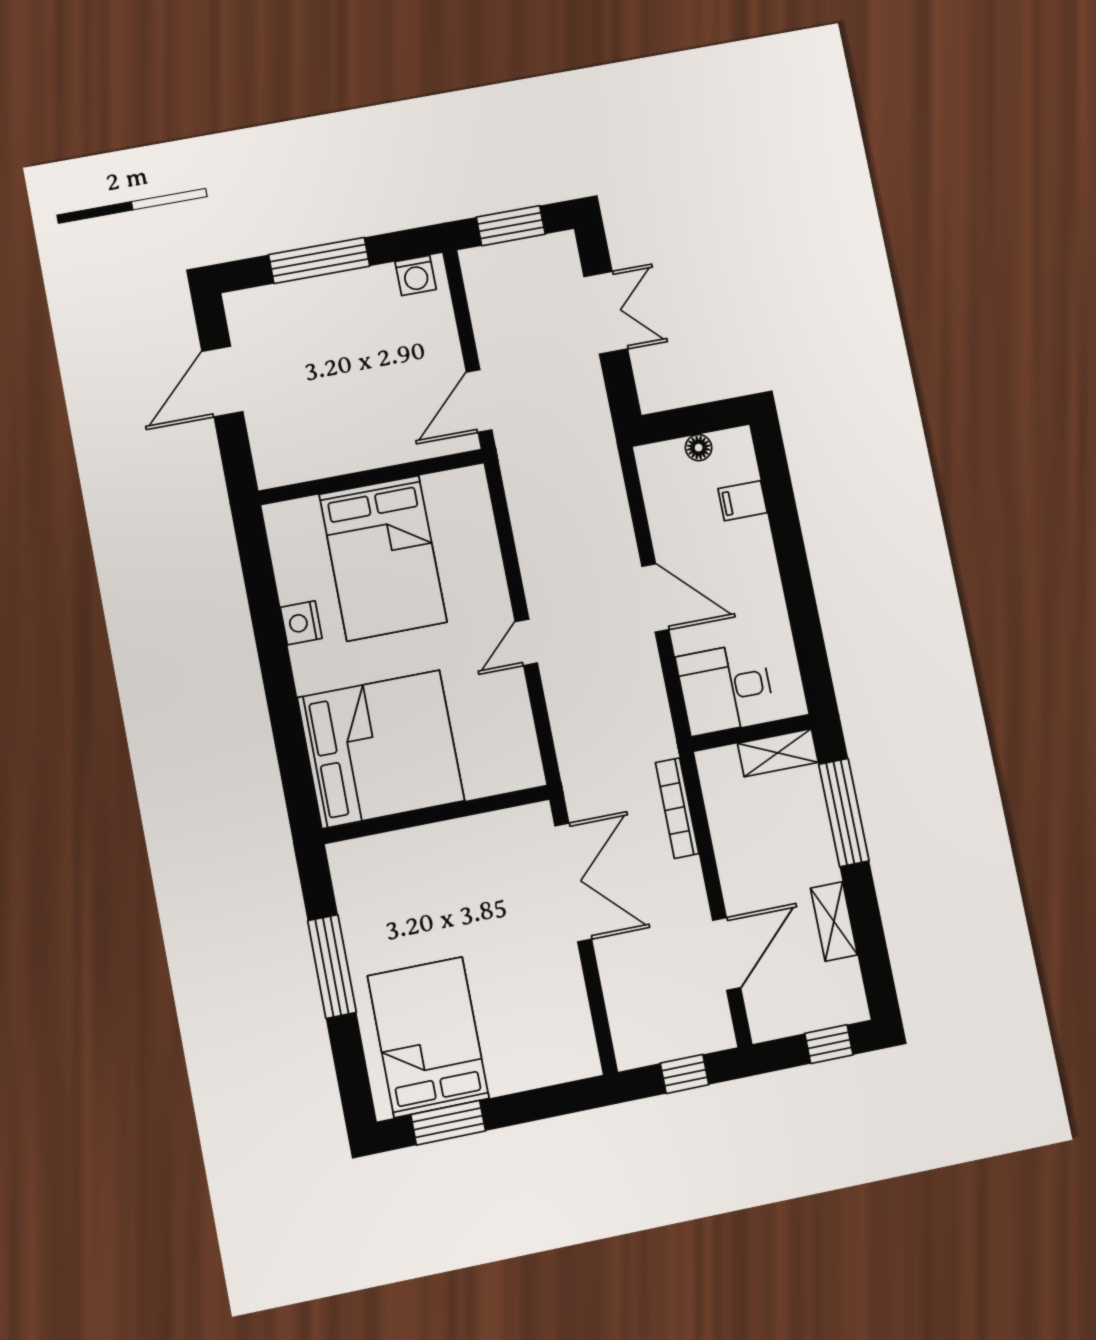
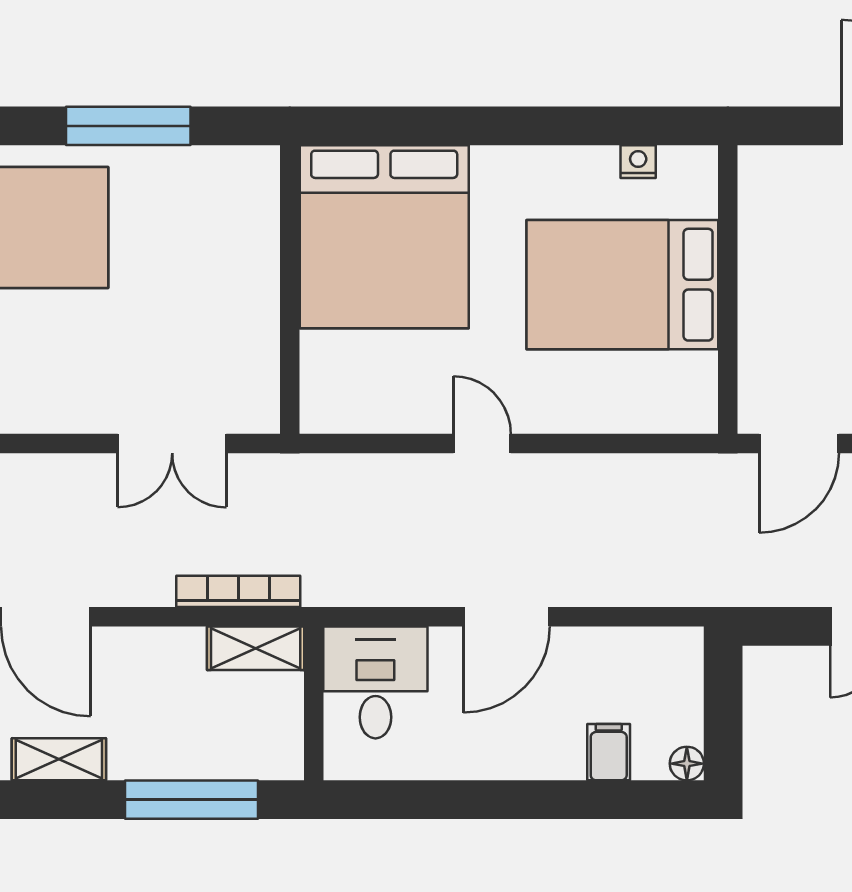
door: (479, 401) -> (799, 443), swing flipped
floor lamp: (699, 448) -> (687, 764), moved
nightstand: (301, 623) -> (638, 162), moved, width x0.72, depth x0.74
shelving: (778, 753) -> (256, 648), moved, turned 90
double door: (573, 882) -> (172, 443), width x0.73

